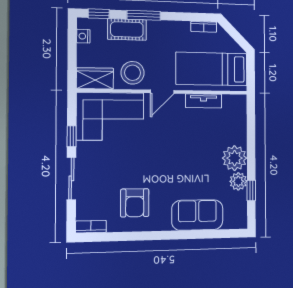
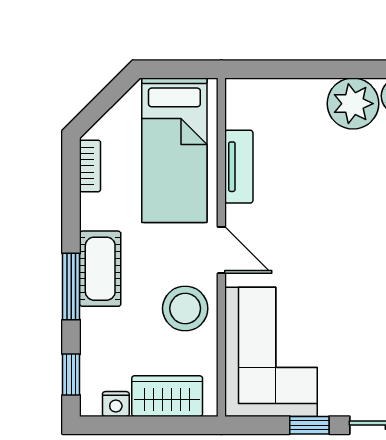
cot: (127, 29) -> (100, 269), moved
wardrobe: (95, 78) -> (167, 396), moved, turned 90

